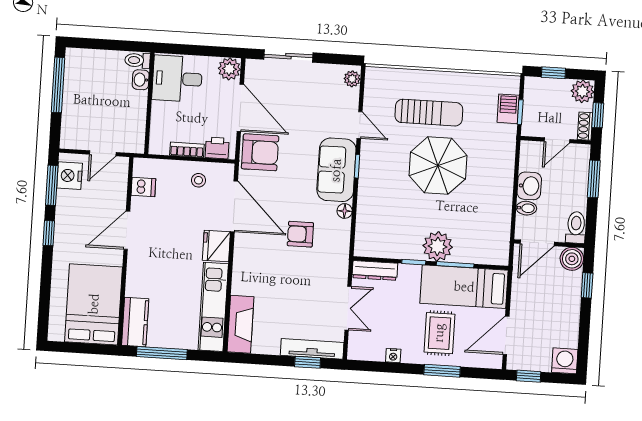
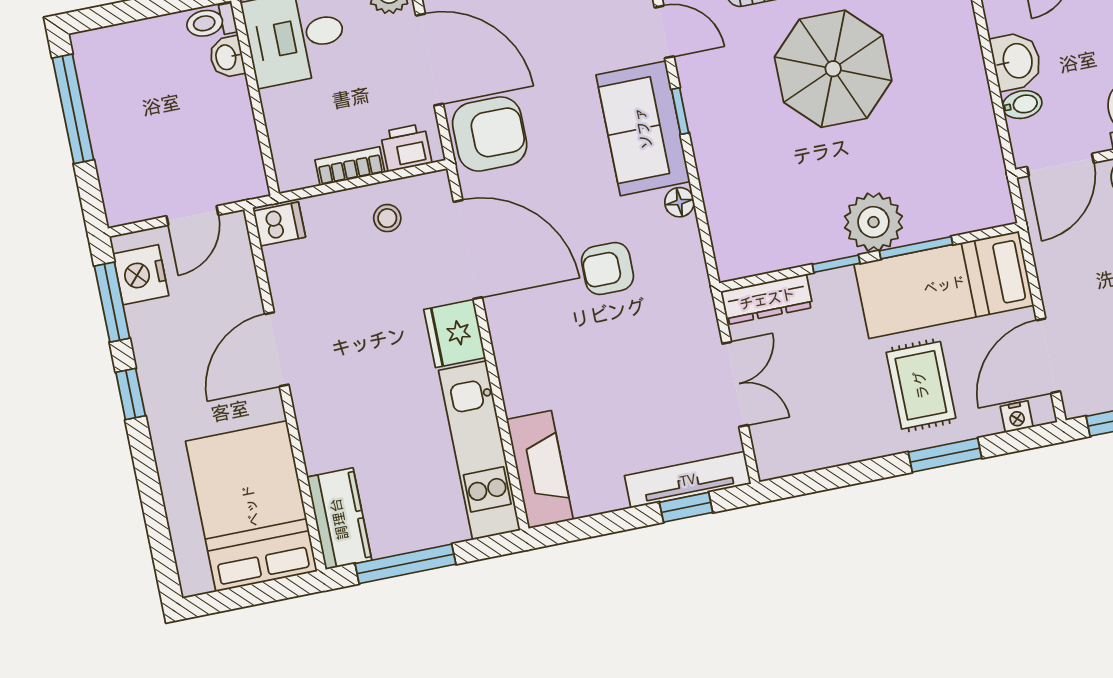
dishwasher: (143, 187) -> (279, 224), moved
nightstand: (393, 356) -> (1017, 417), moved

